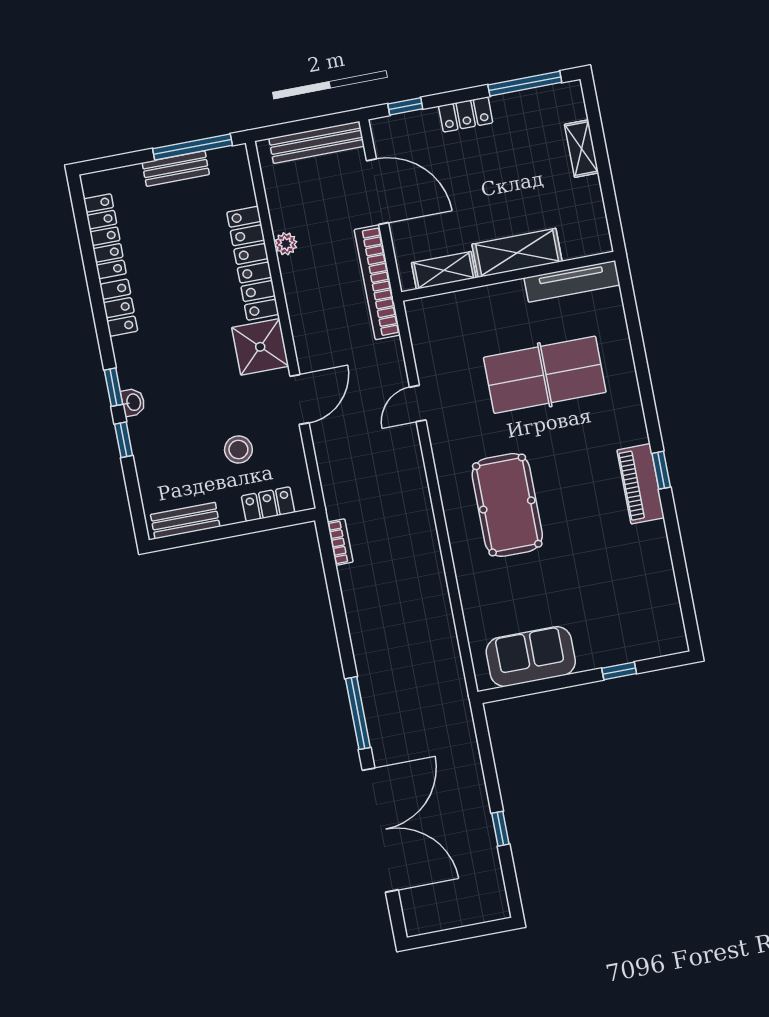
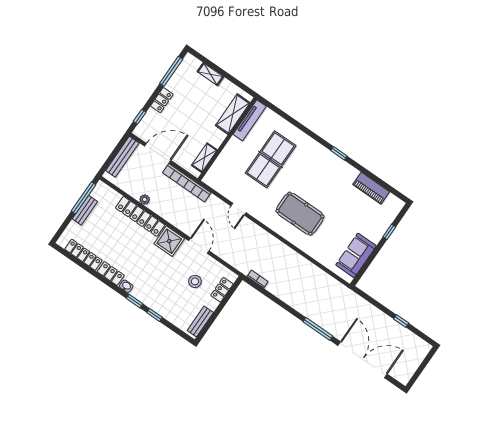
shelving: (517, 253) -> (233, 114), moved
washbasin: (133, 402) -> (126, 286), moved
piano: (641, 484) -> (371, 188), moved

